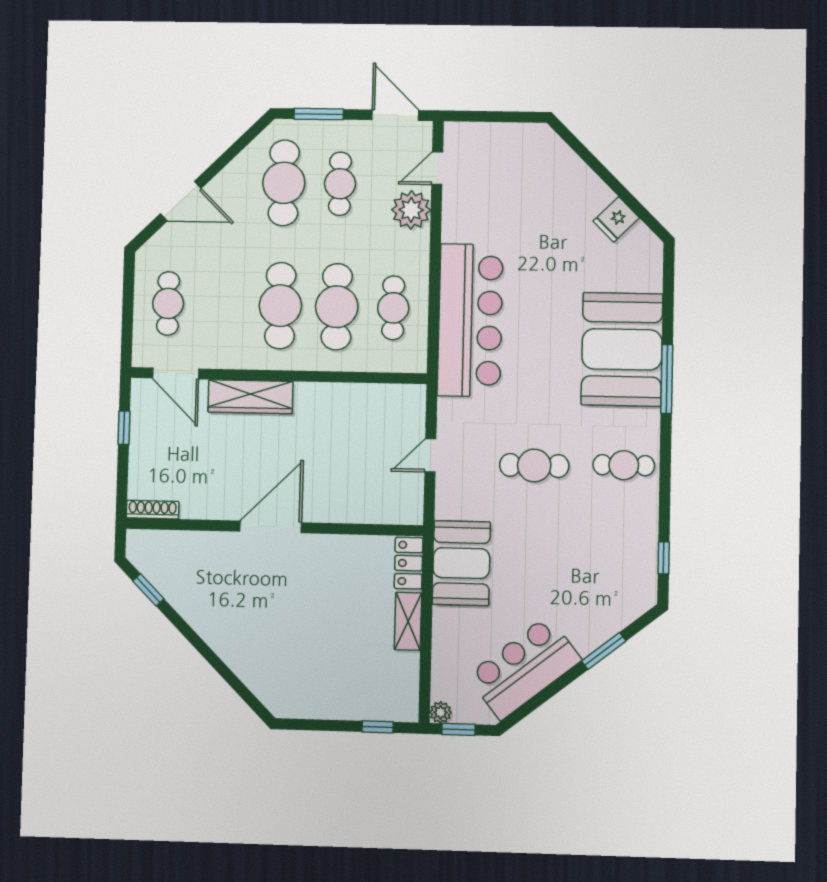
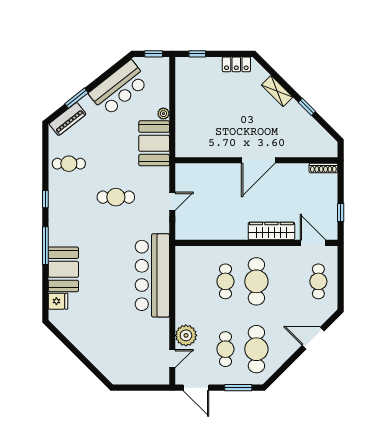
fridge: (616, 219) -> (58, 301), moved, turned 45
cafe table: (337, 307) -> (225, 281), width x0.73, depth x0.74
cafe table: (393, 308) -> (194, 281), removed
booth: (622, 349) -> (63, 269), width x0.73, depth x0.70
cafe table: (624, 465) -> (69, 164), moved
window: (664, 558) -> (45, 199), moved
locker: (409, 563) -> (236, 64), moved, turned 90
window: (148, 590) -> (307, 107), moved
piano: (621, 613) -> (68, 119), added
shelving: (408, 621) -> (277, 91), moved, turned -45
plant: (441, 712) -> (163, 114), moved

